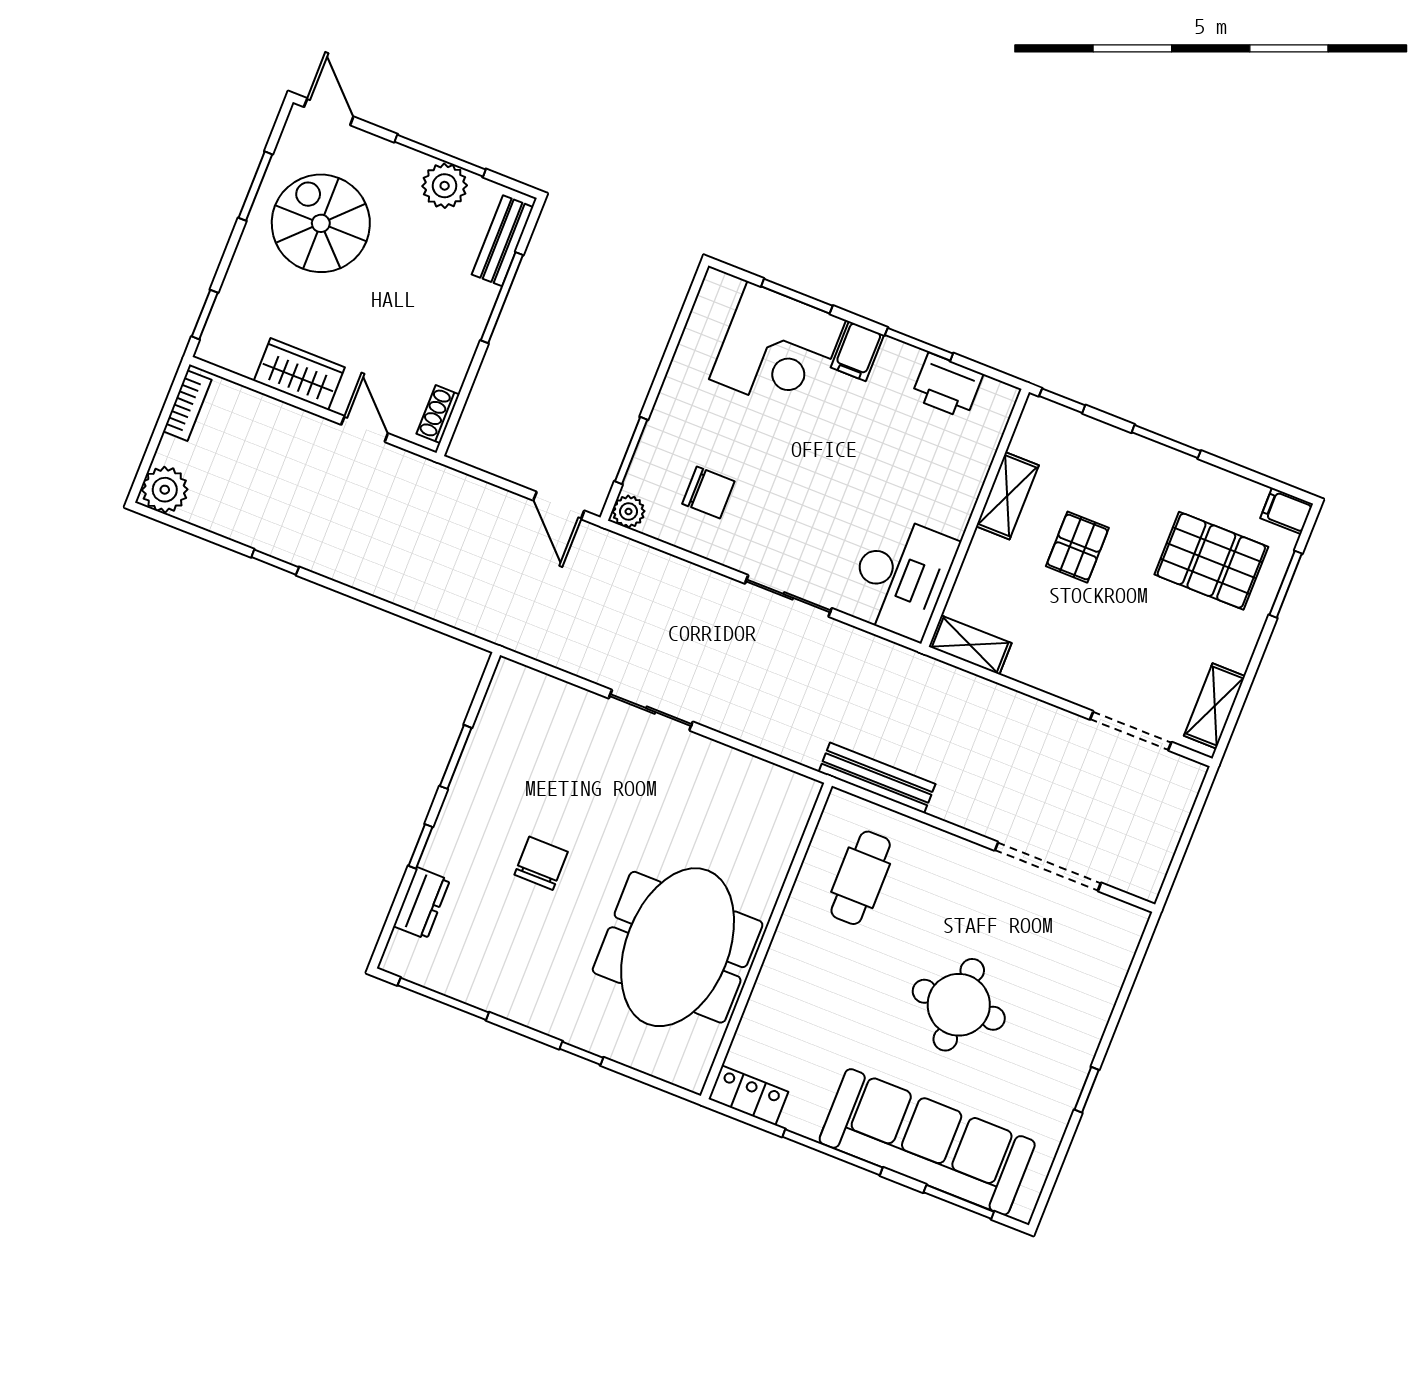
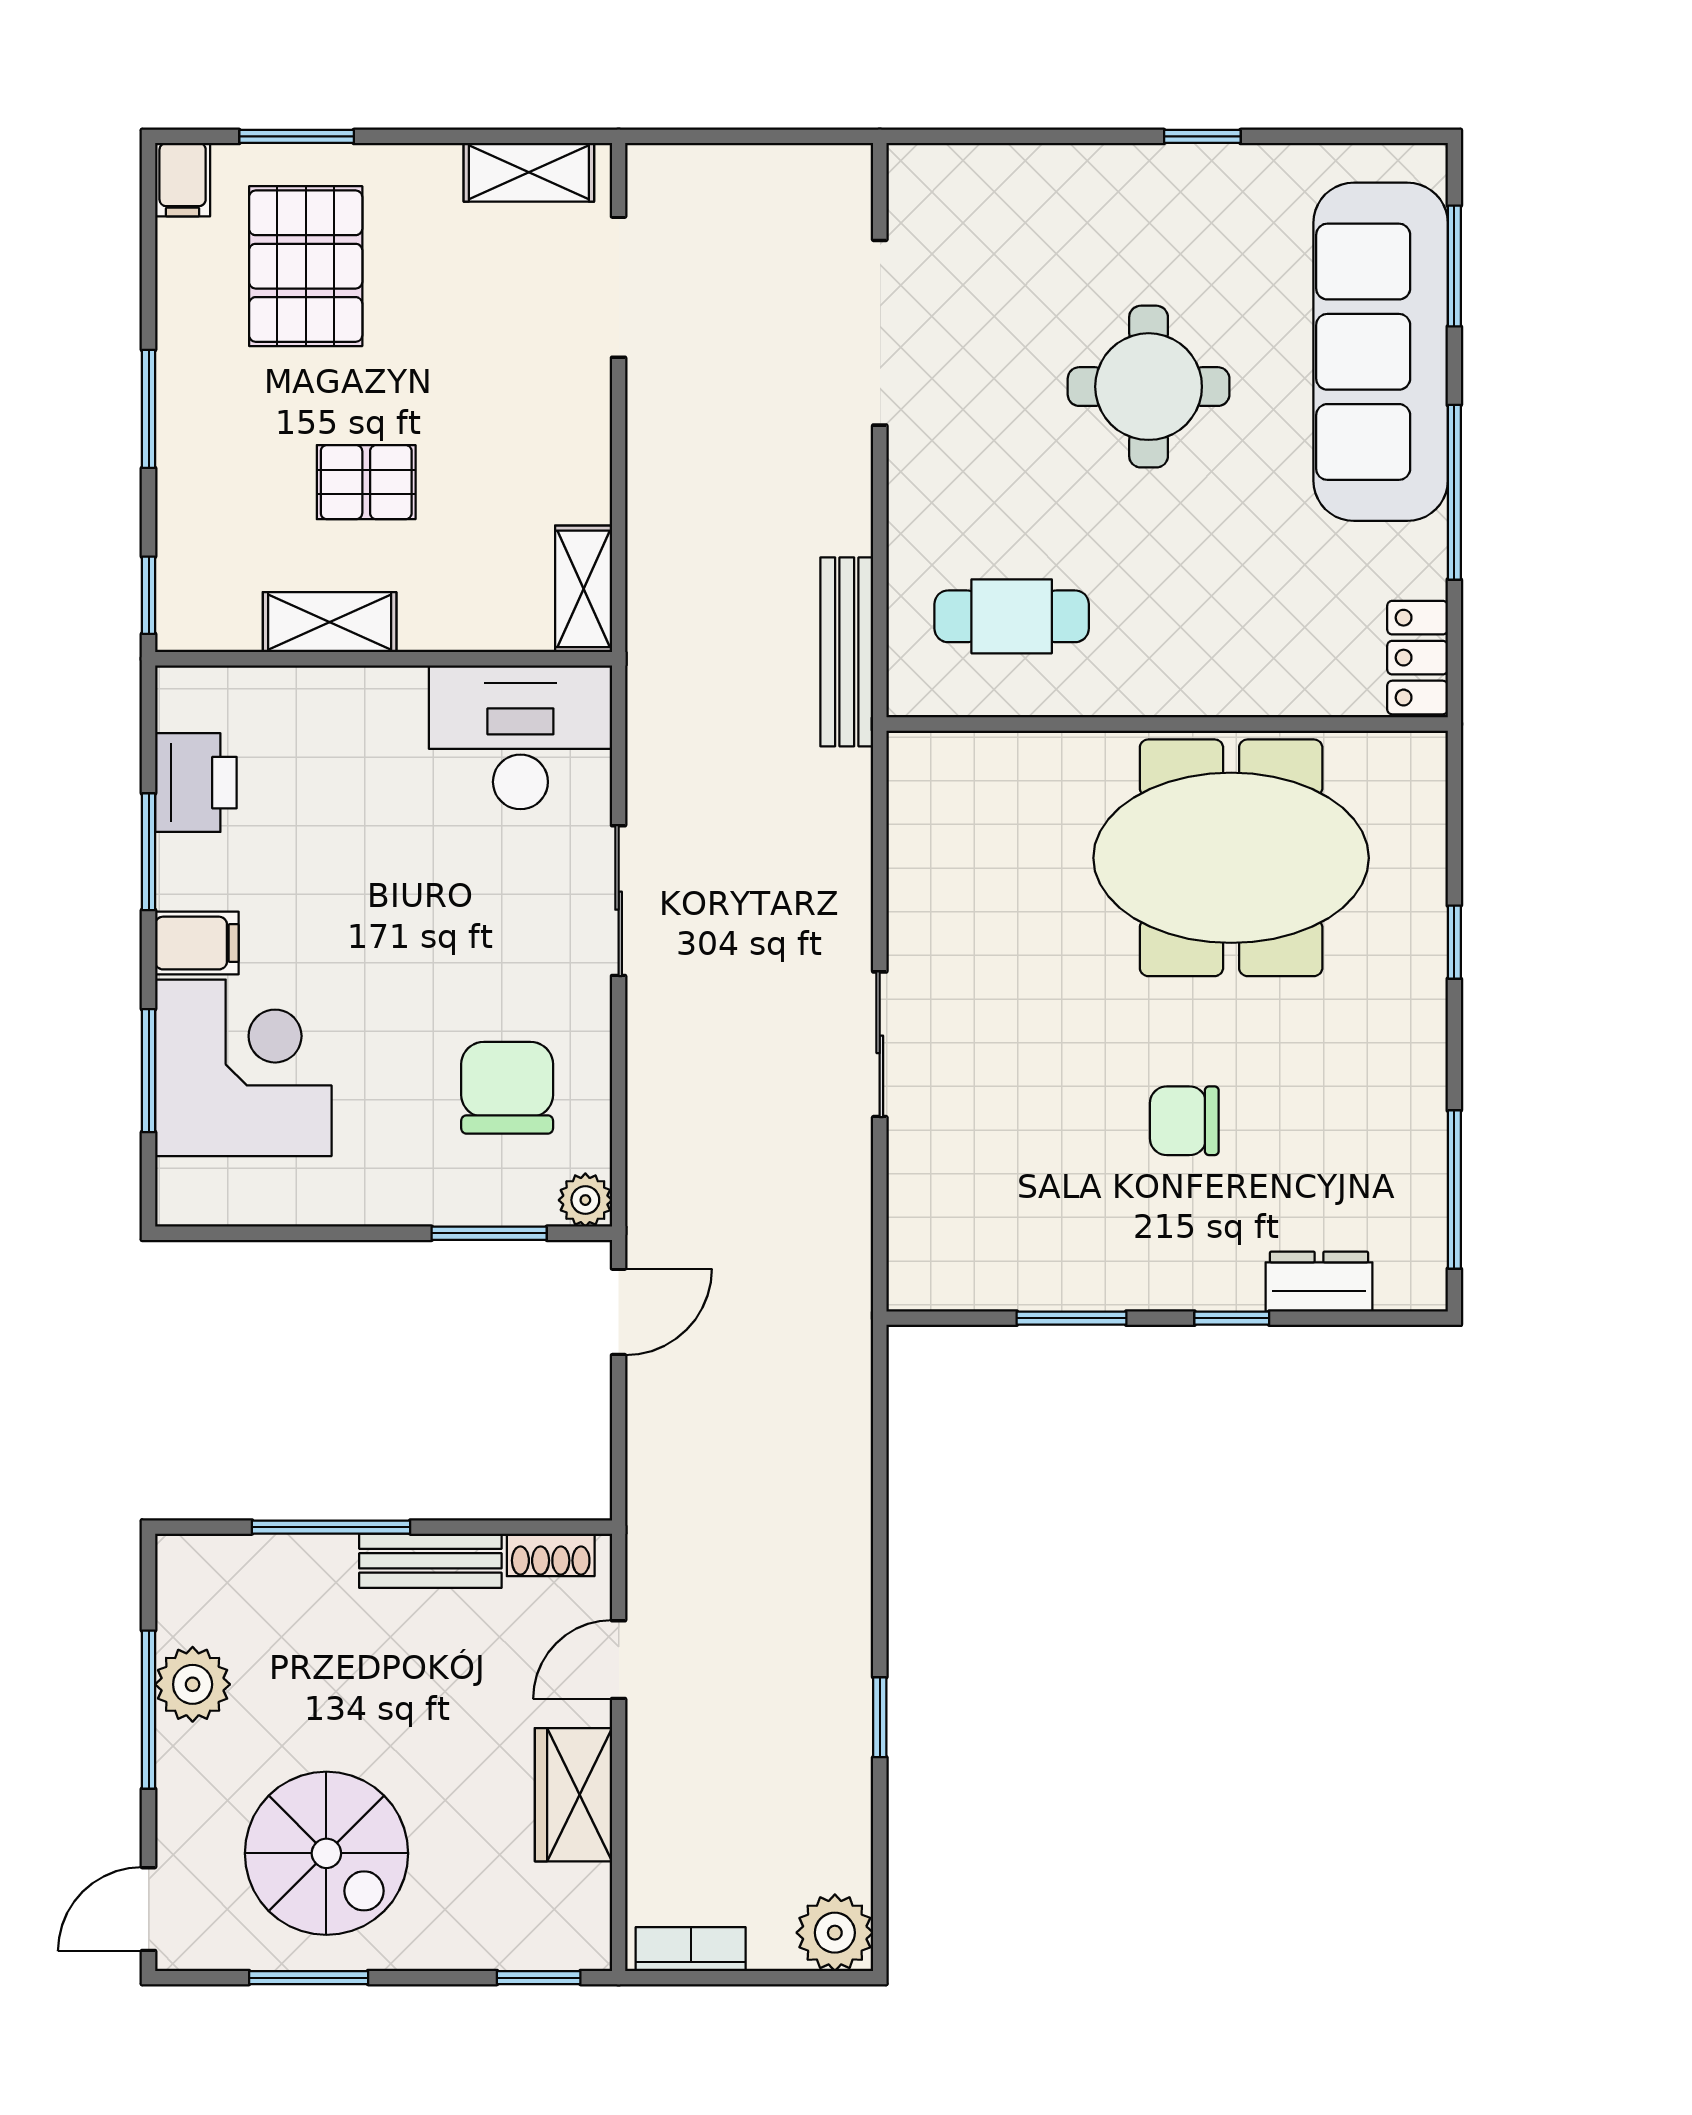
spiral stairs: (321, 223) -> (326, 1853), turned -90
bench: (503, 241) -> (430, 1561), moved
chair: (708, 493) -> (507, 1088), width x1.37, depth x1.37

